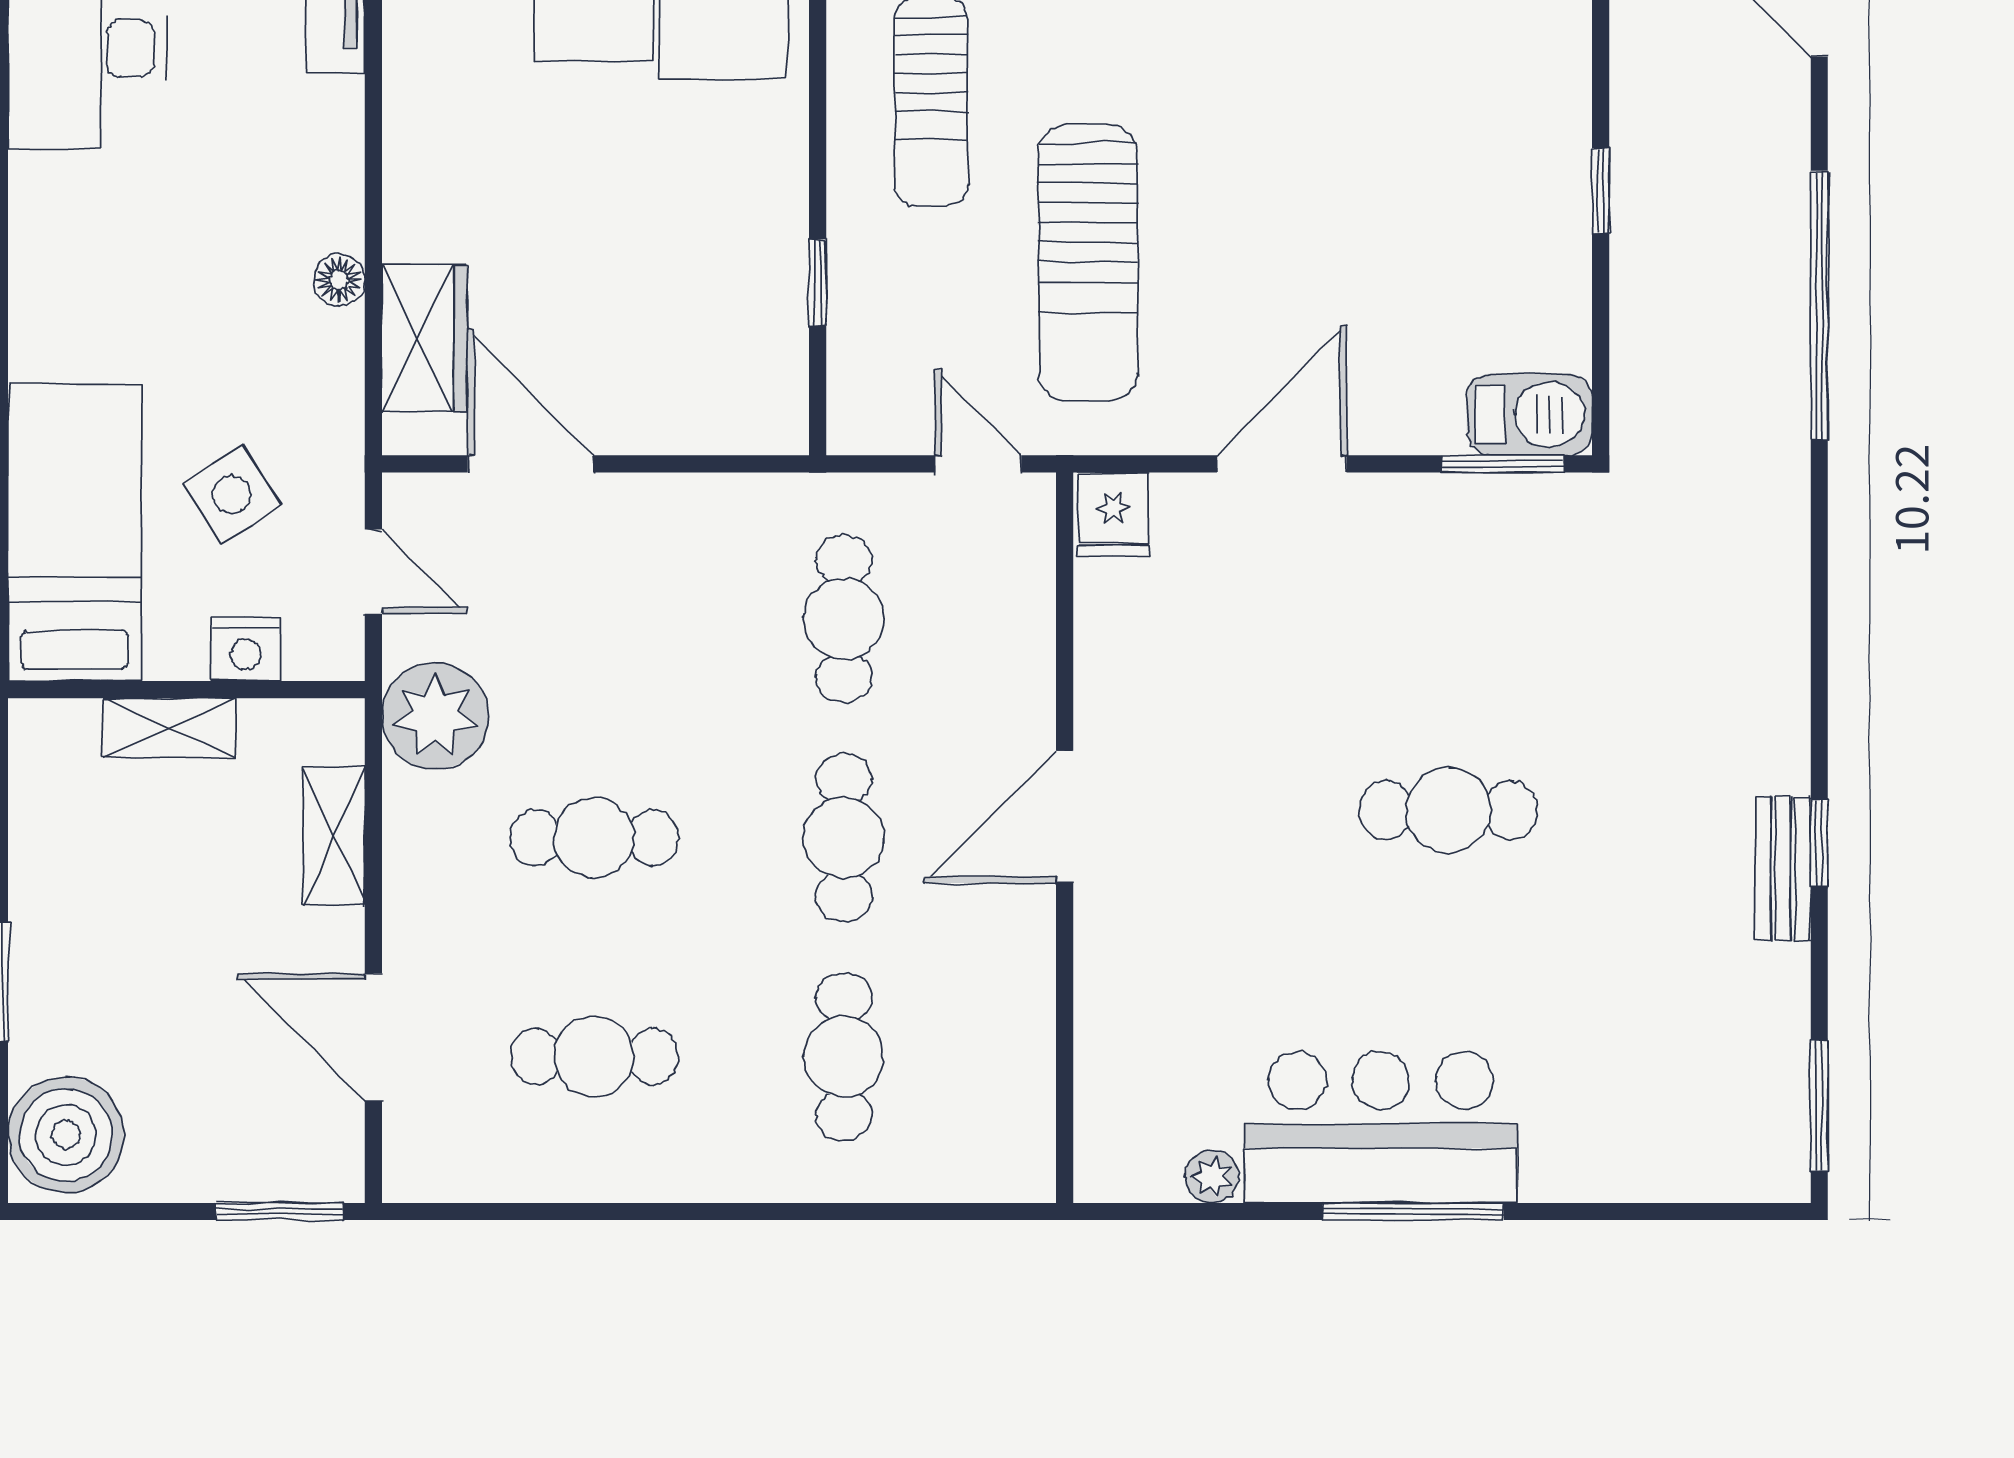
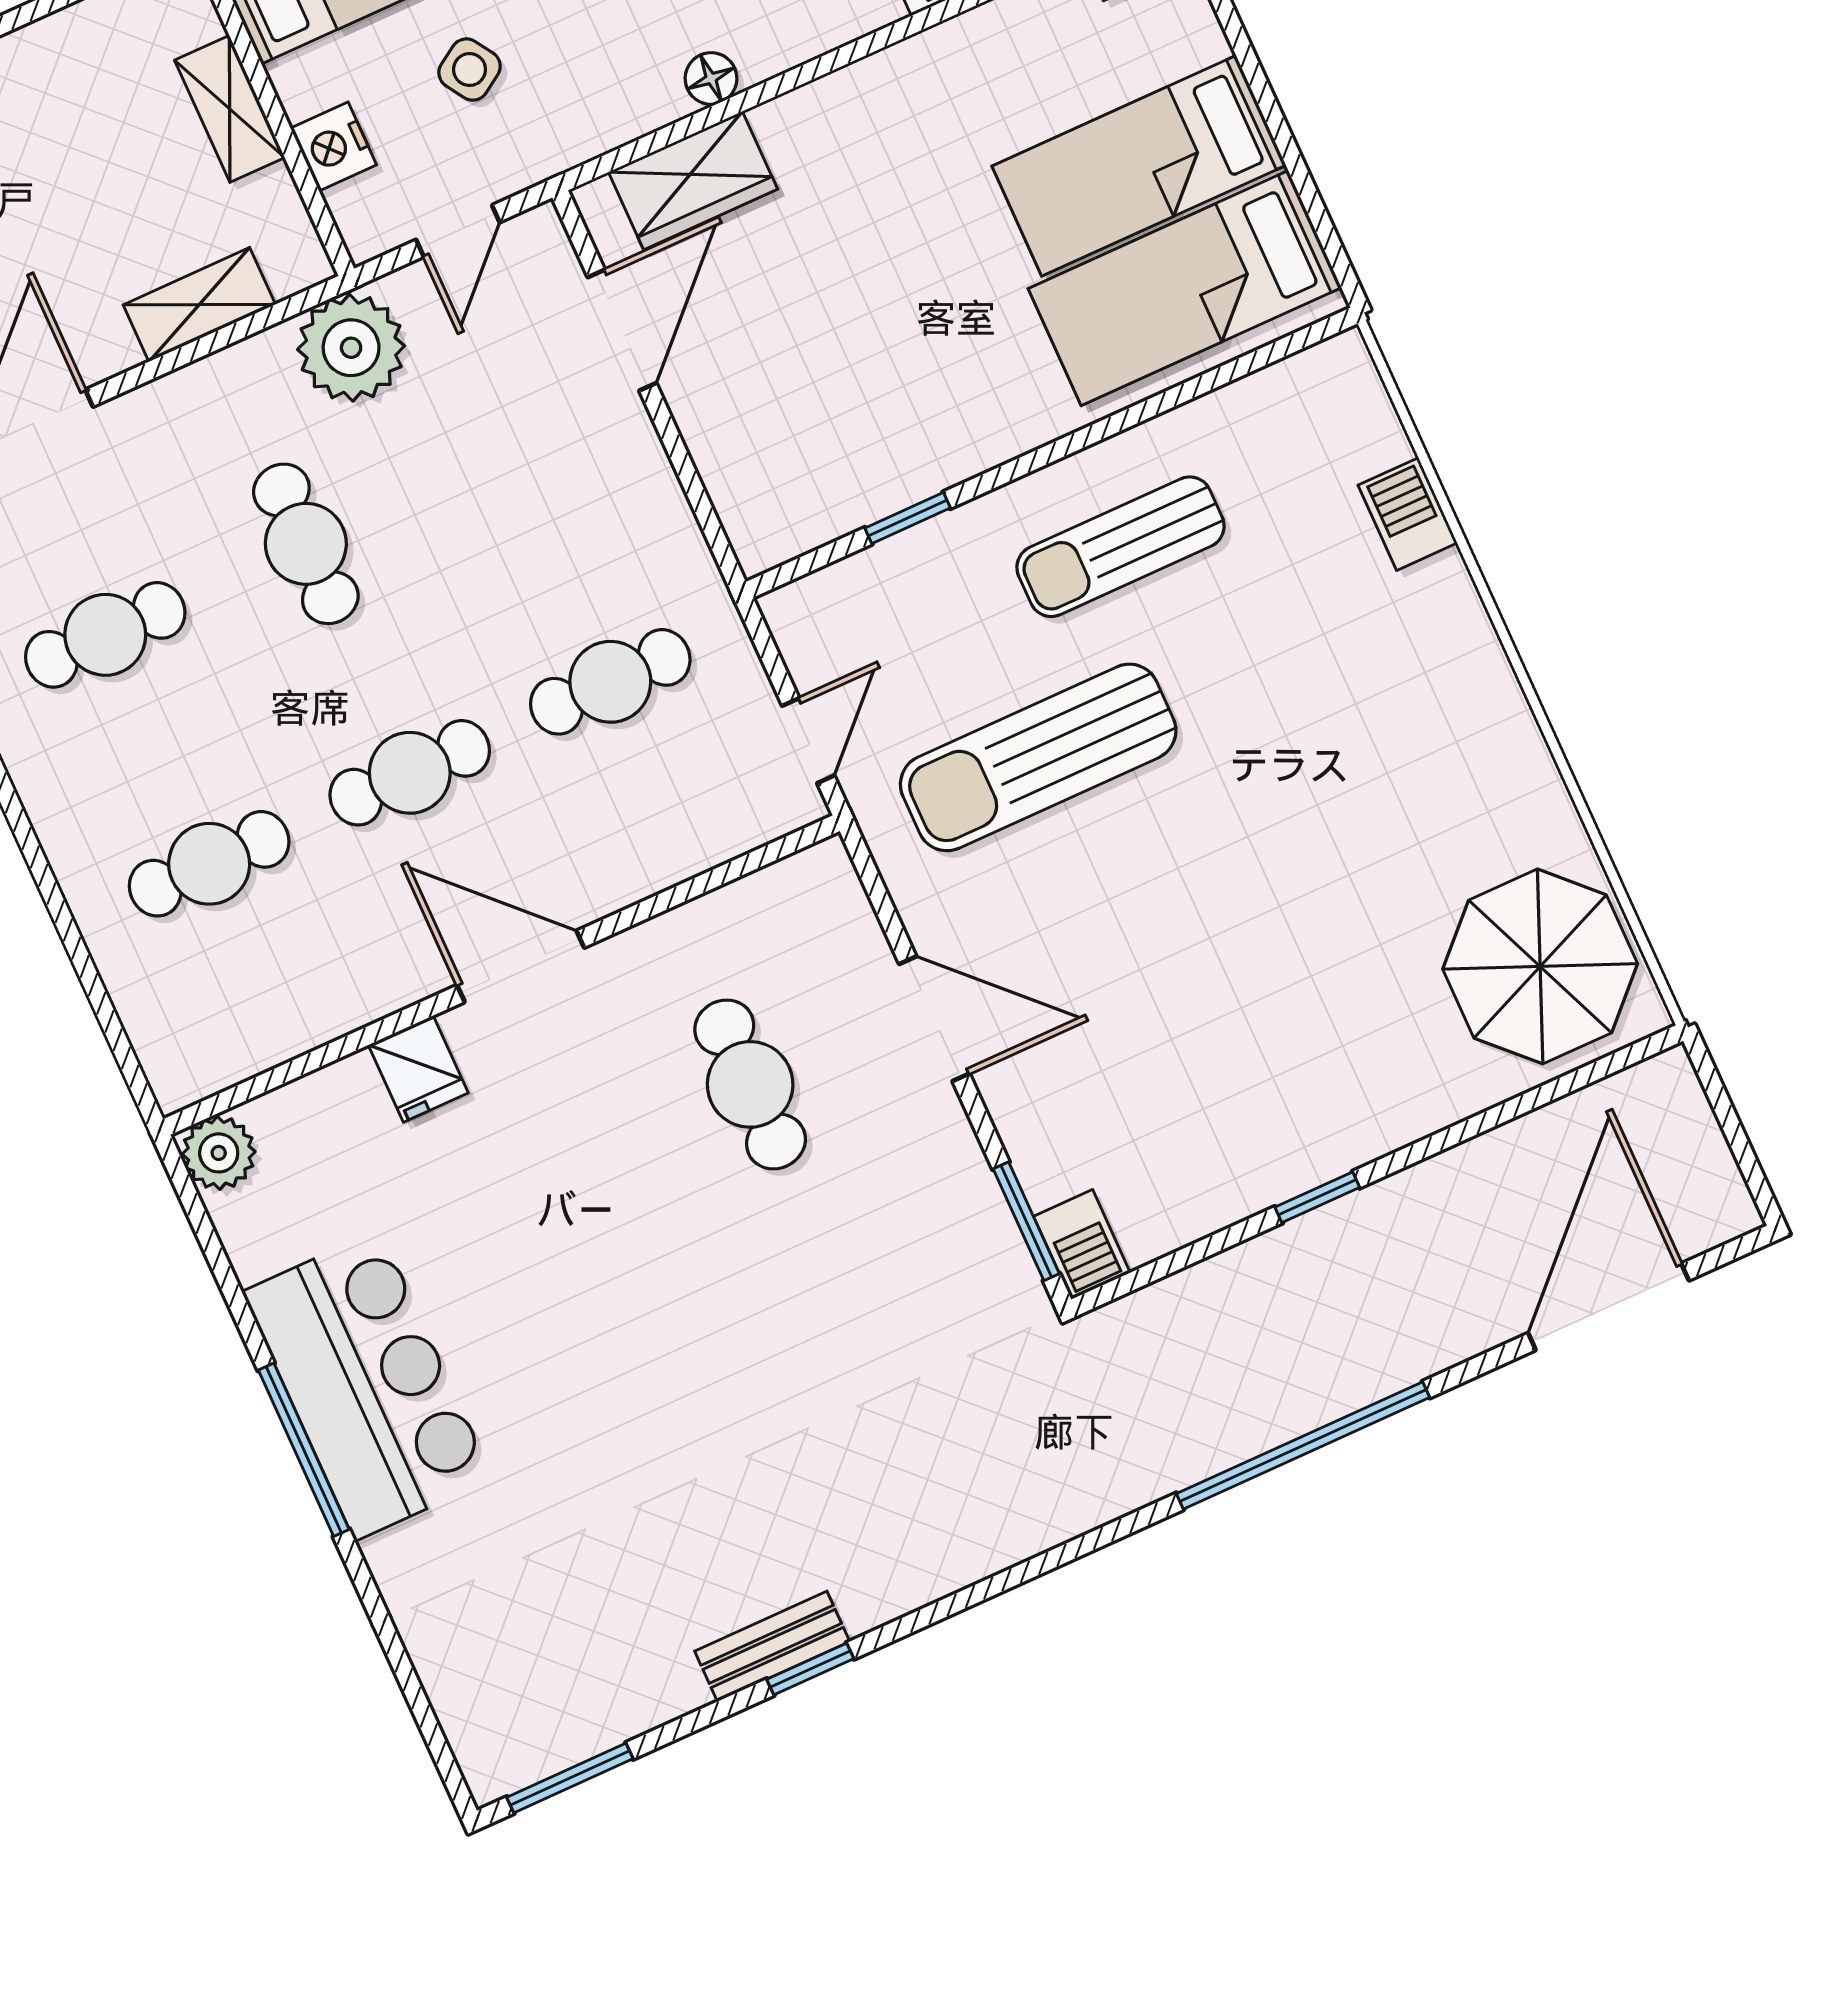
barbecue: (1529, 415) -> (1082, 1245), width x0.73, depth x0.79
side table: (232, 495) -> (470, 70), width x0.73, depth x0.73
fridge: (1113, 515) -> (418, 1069), moved, turned -90
cafe table: (1449, 810) -> (750, 1084), moved
cafe table: (594, 1057) -> (105, 635), turned 90
plant: (1212, 1177) -> (219, 1153), moved, width x1.38, depth x1.38

